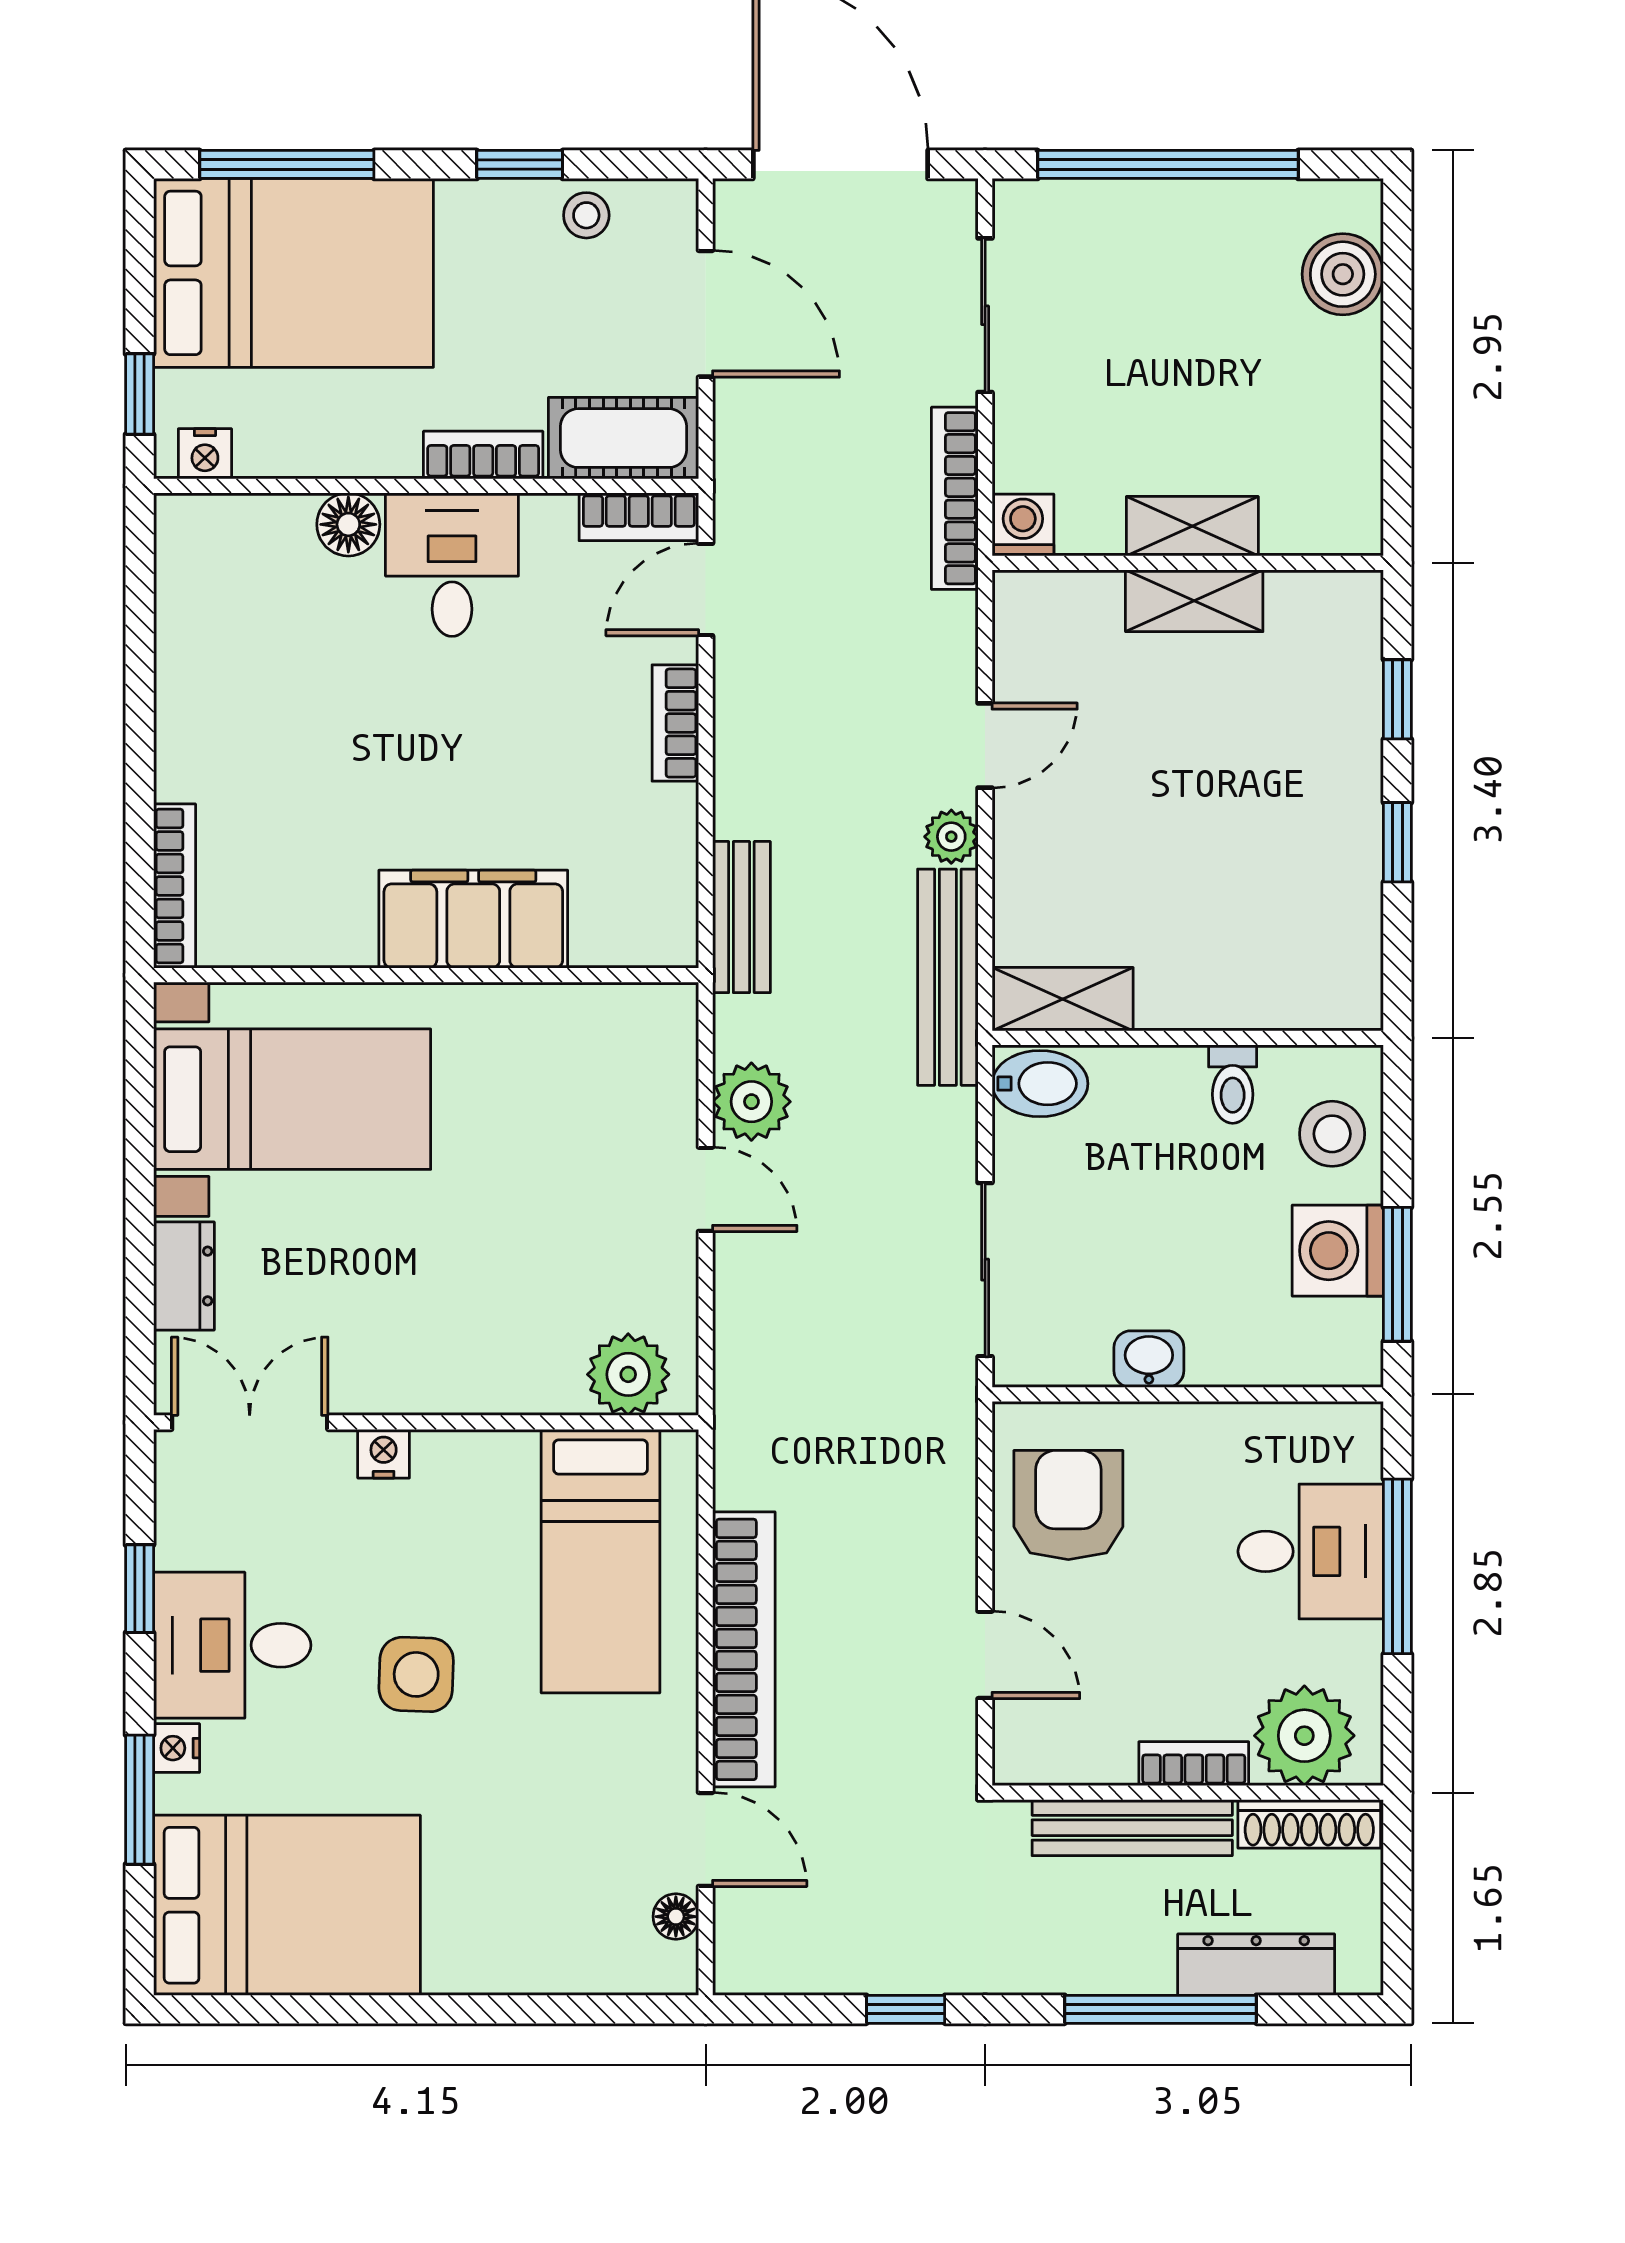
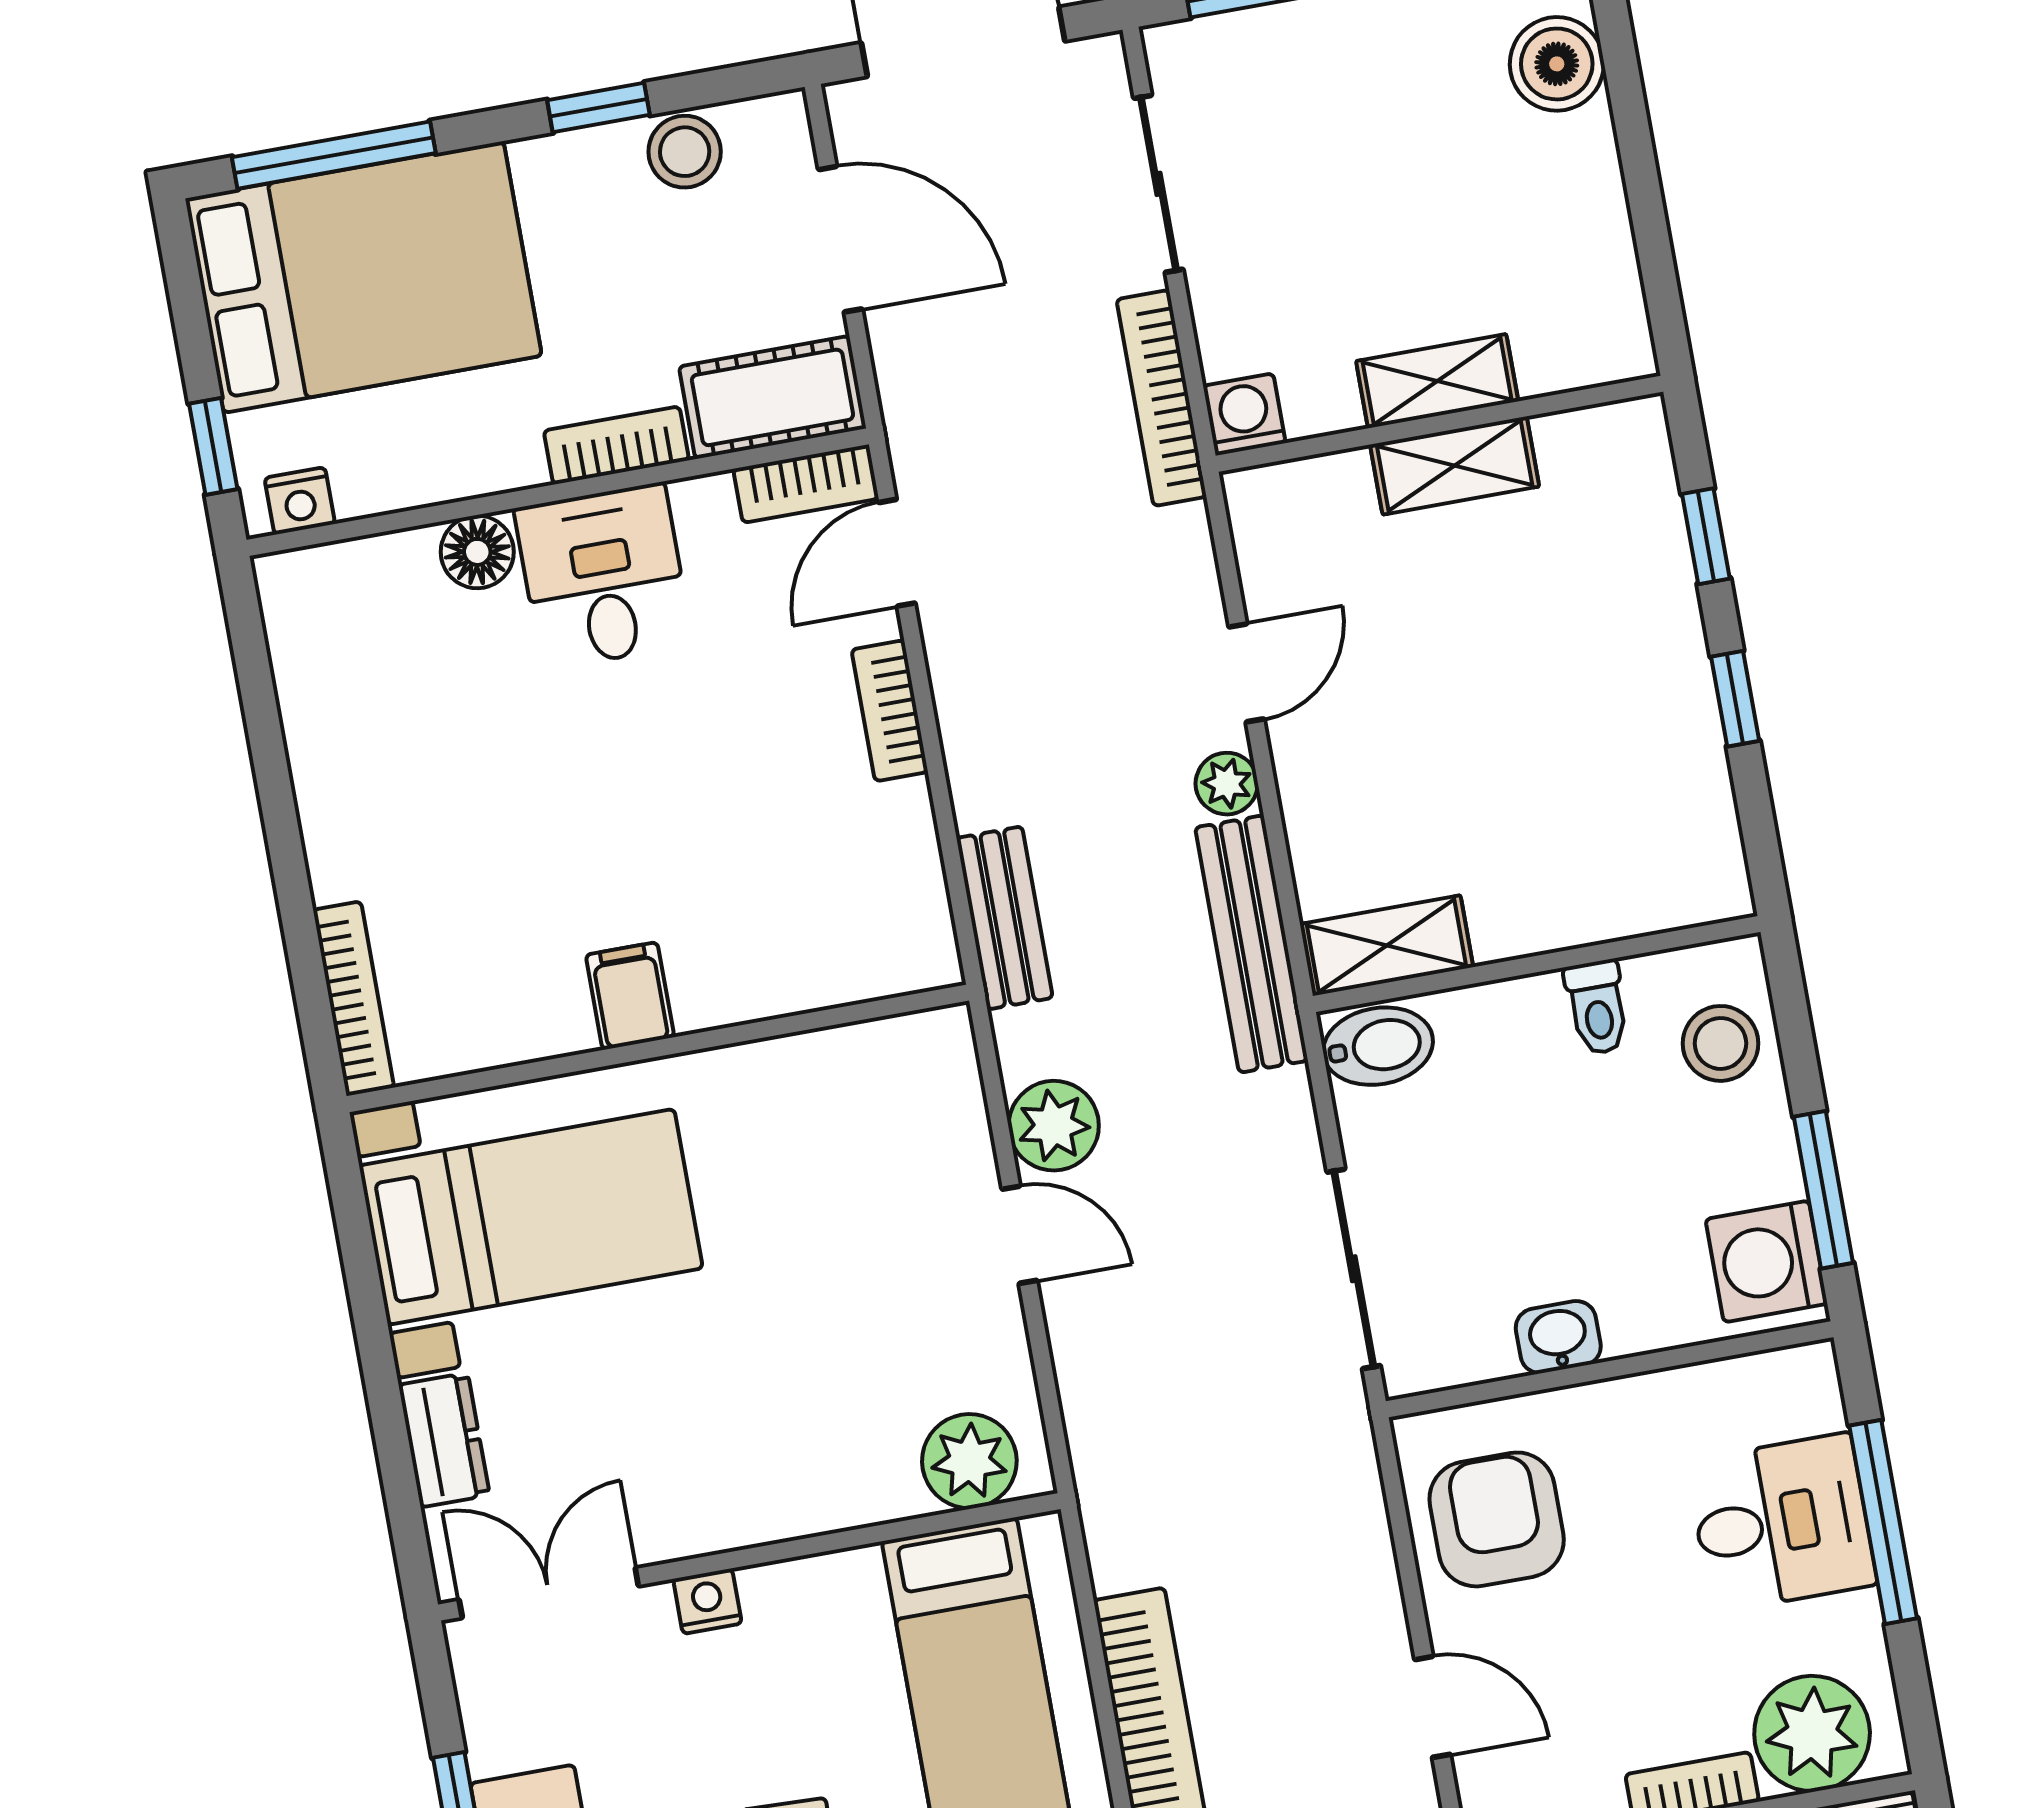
stool: (586, 215) -> (685, 152), width x1.37, depth x1.37
filing cabinet: (473, 919) -> (630, 996), width x0.33, depth x0.86
washing machine: (1338, 1251) -> (1766, 1261), moved

